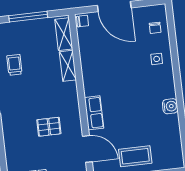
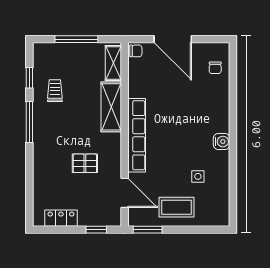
side table: (157, 59) -> (198, 176), moved
shelving: (68, 66) -> (111, 107), width x1.50, depth x1.33
water cooler: (170, 106) -> (222, 142), moved
row of seats: (94, 113) -> (137, 135), width x2.02

